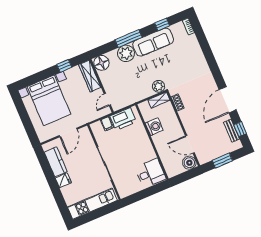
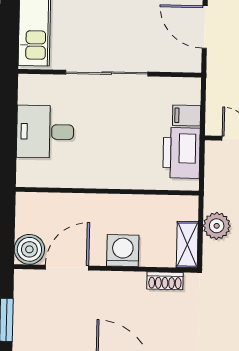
plant: (159, 86) -> (217, 226), moved
washing machine: (154, 127) -> (123, 251), moved, turned 180
desk: (150, 173) -> (45, 132), moved, turned 90

